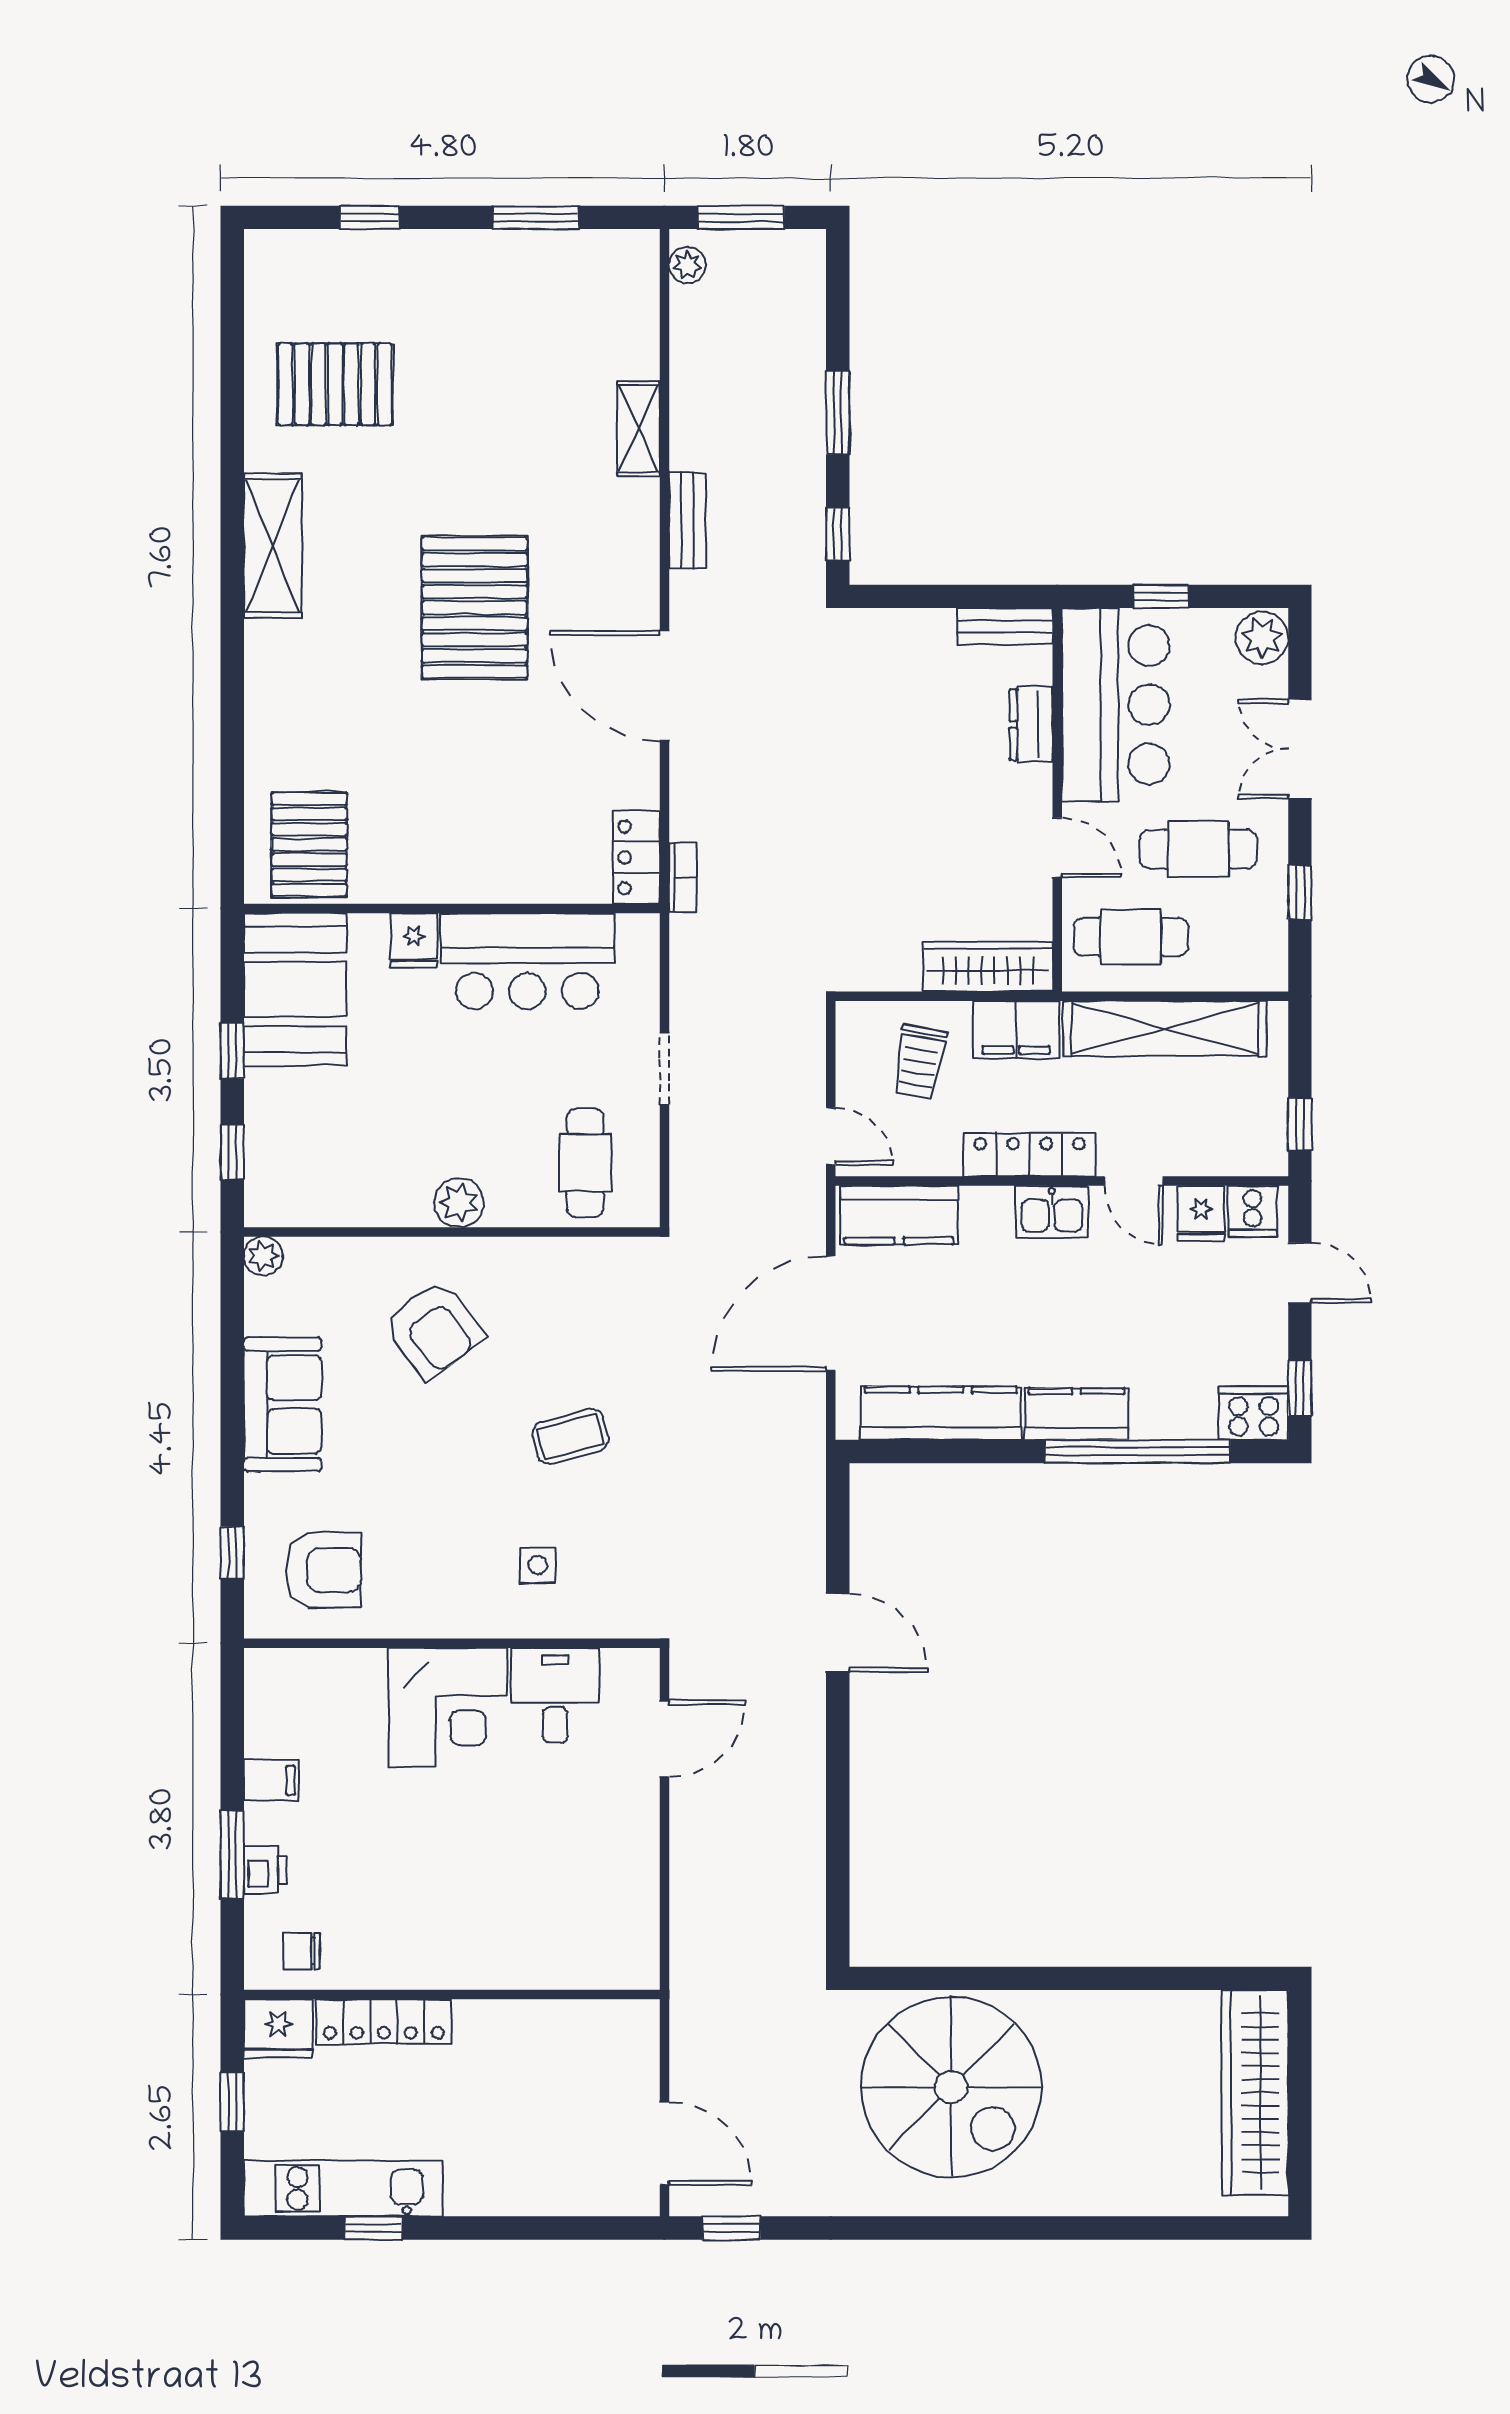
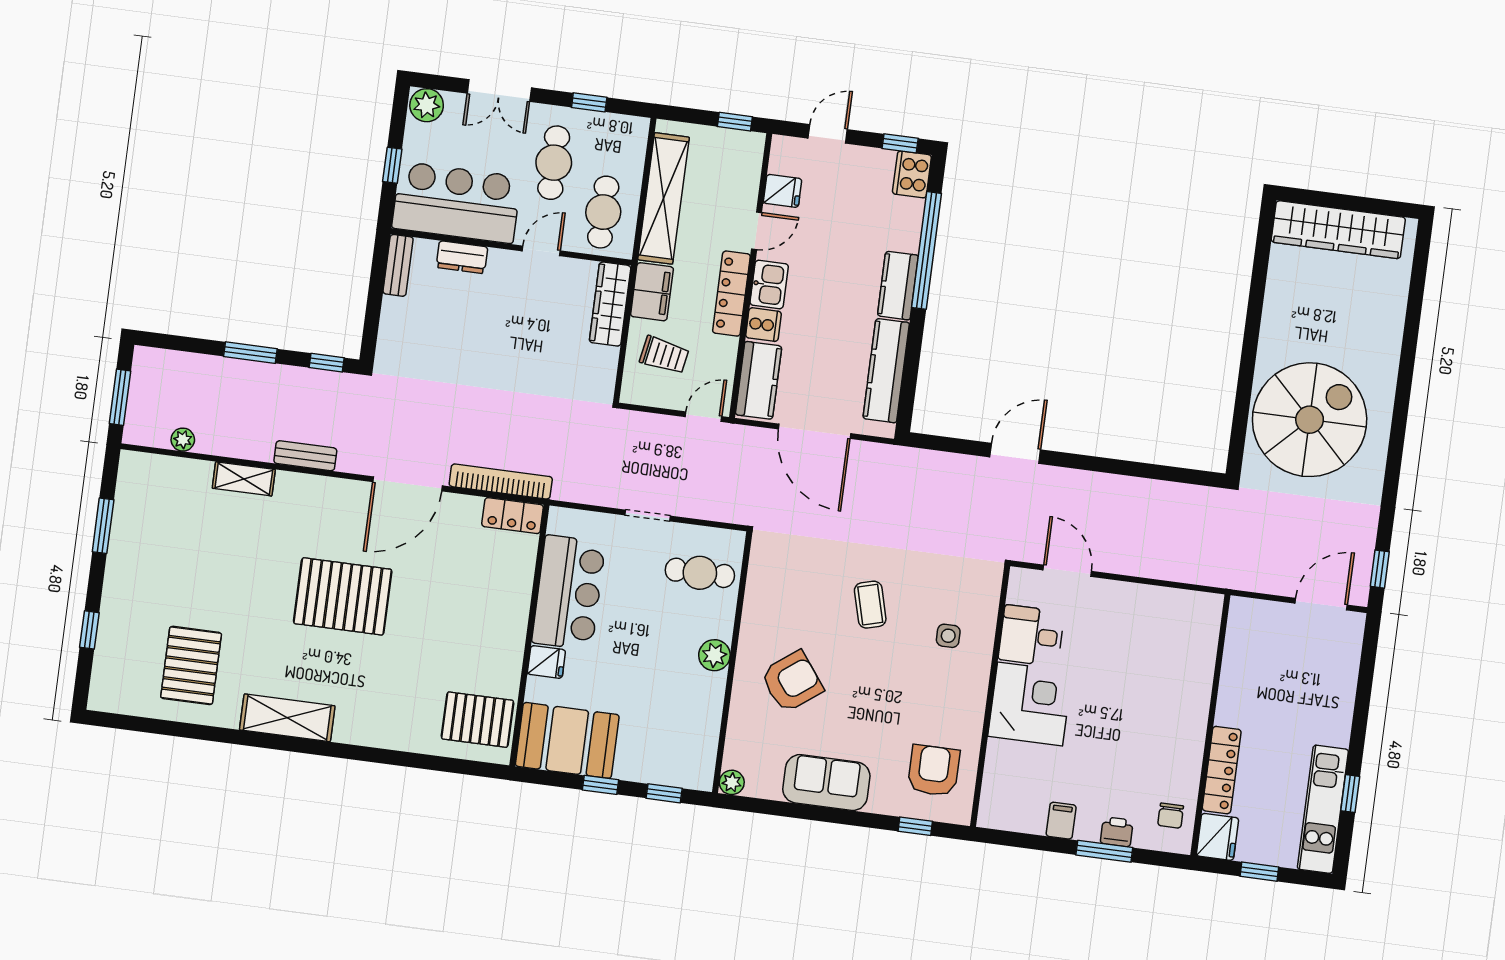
plant: (687, 265) -> (183, 440), moved
bookcase: (683, 877) -> (501, 482), width x2.31, depth x1.31
cooker: (1252, 1211) -> (764, 325), moved

